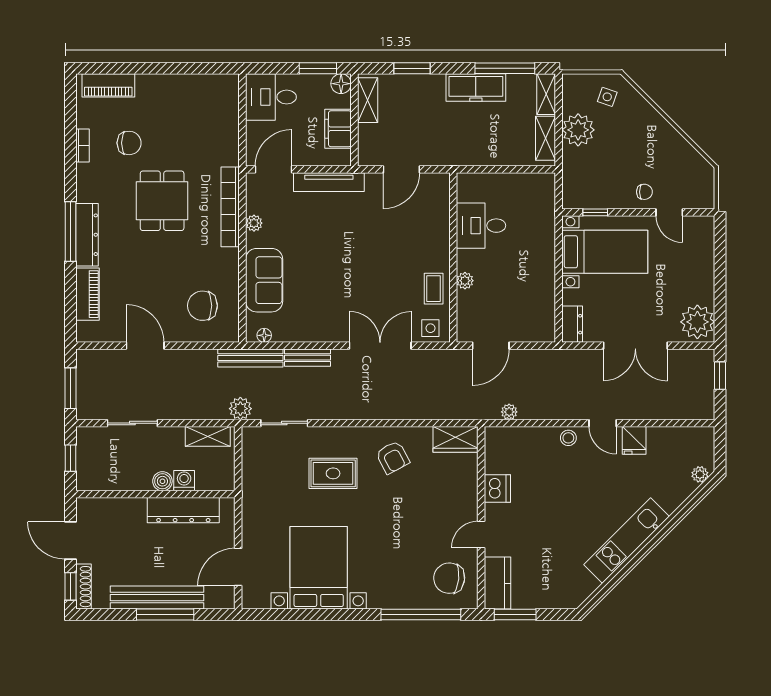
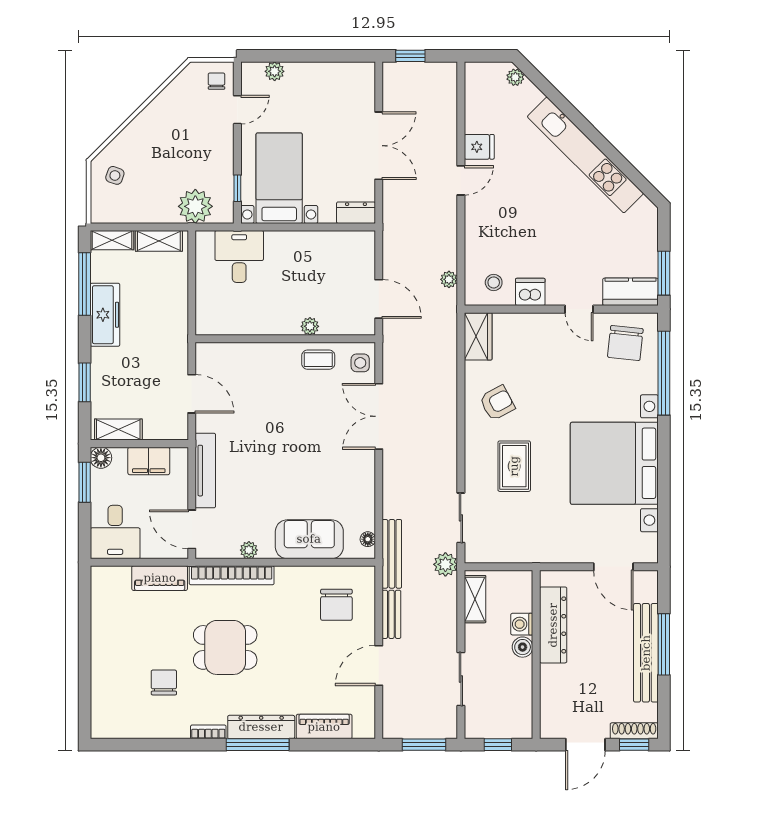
piano: (108, 85) -> (160, 578), moved, turned 90
plant: (578, 130) -> (195, 206), moved
bookcase: (82, 145) -> (208, 732), moved
chair: (644, 192) -> (216, 81), moved
desk: (481, 226) -> (239, 256), moved, turned 180
plant: (697, 322) -> (275, 71), moved, width x0.53, depth x0.53
bench: (307, 358) -> (391, 614), moved
stool: (568, 438) -> (494, 282), moved
kitchen unit: (627, 541) -> (585, 155), width x1.36
bed with nightstands: (319, 568) -> (614, 463), width x1.36

